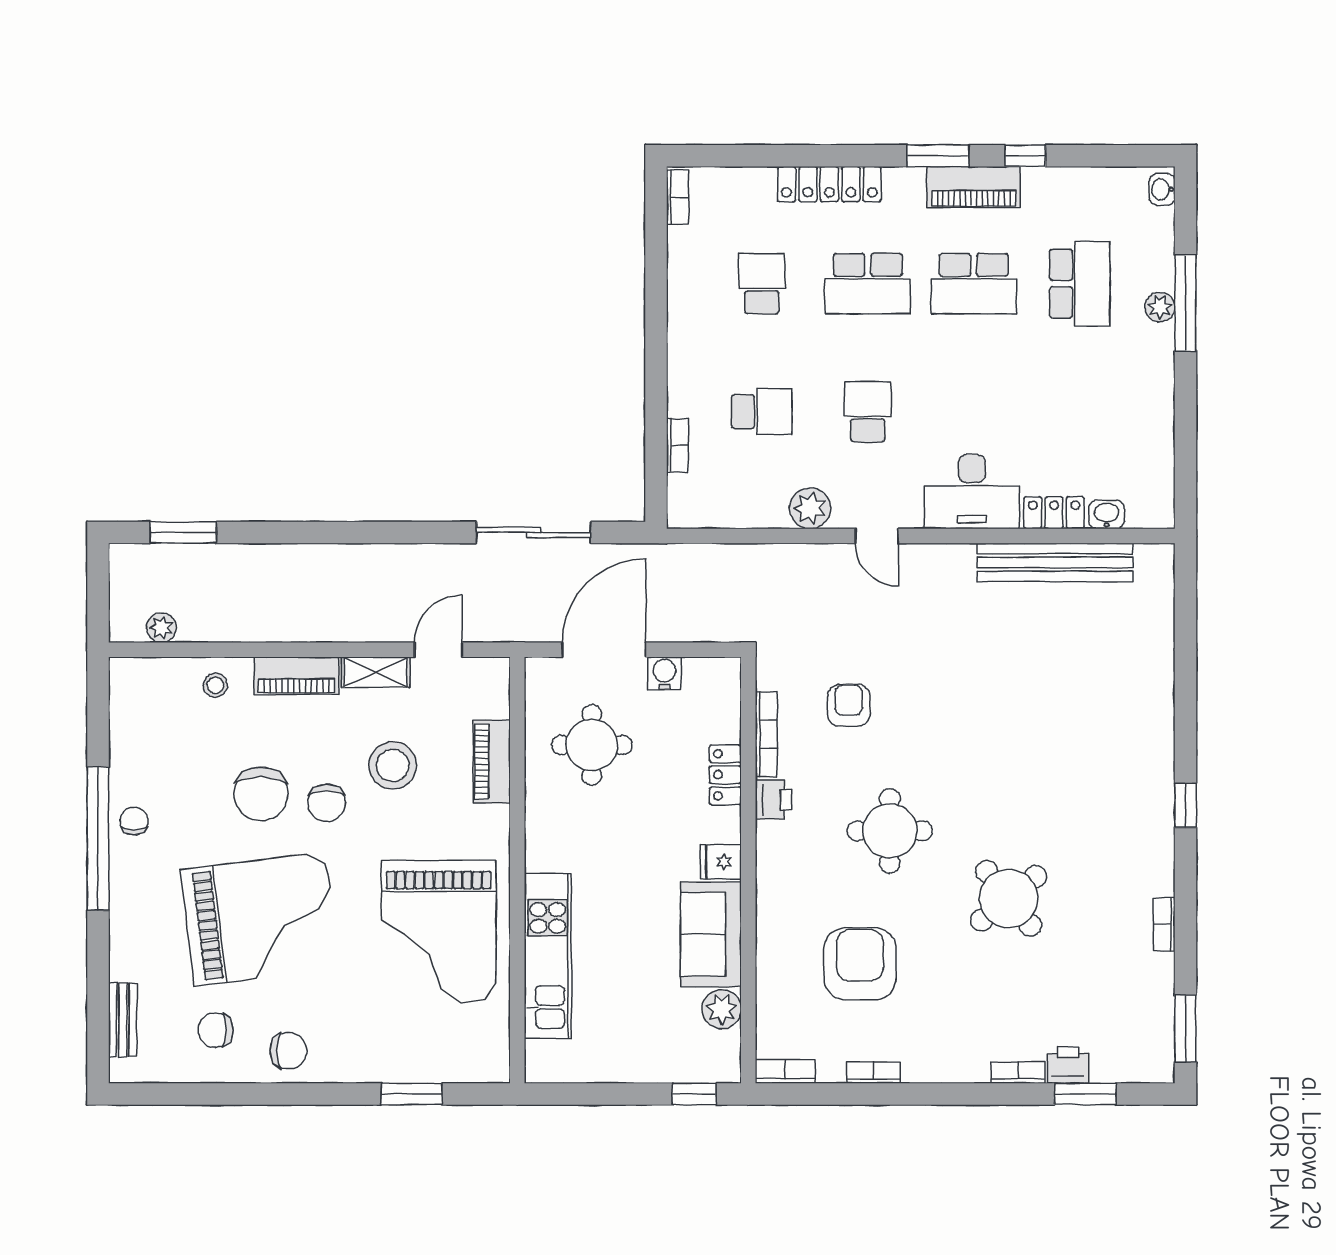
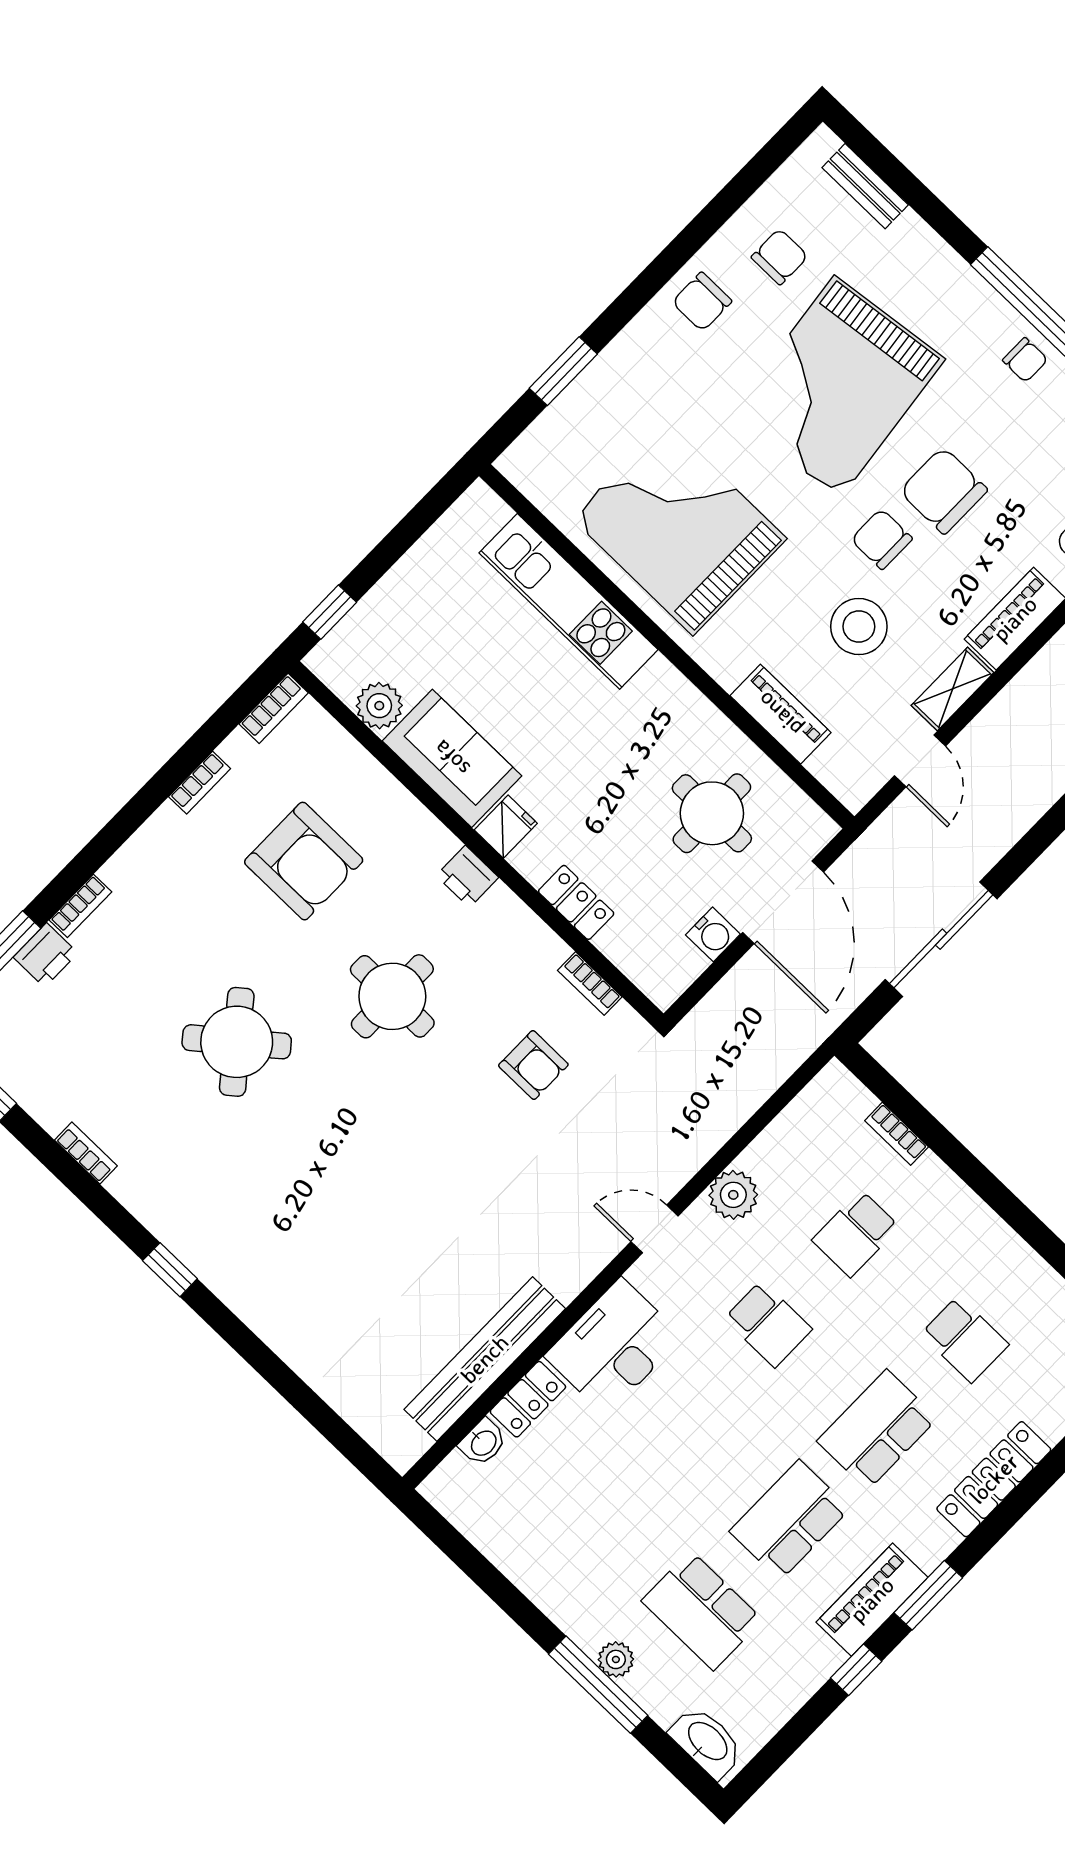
washbasin: (1162, 189) -> (707, 1742), width x1.91, depth x1.45
bookcase: (766, 734) -> (590, 984), width x0.64
printer: (773, 800) -> (467, 876), moved

